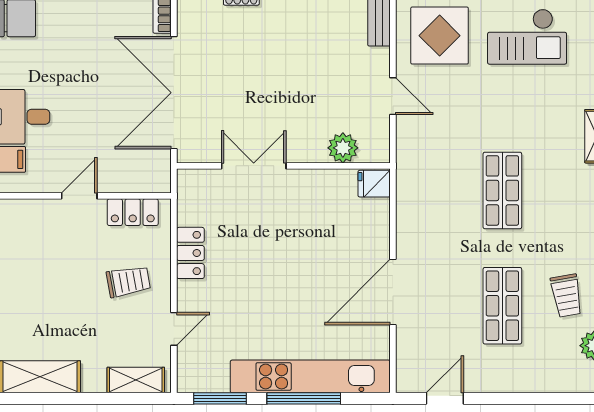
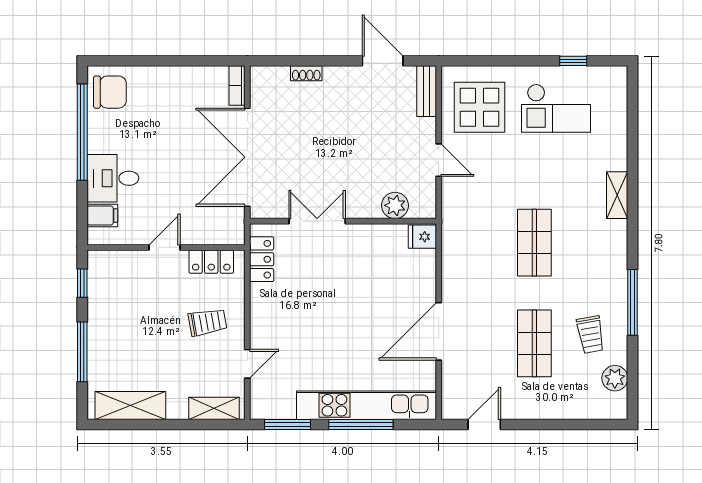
locker: (190, 253) -> (262, 259), moved

